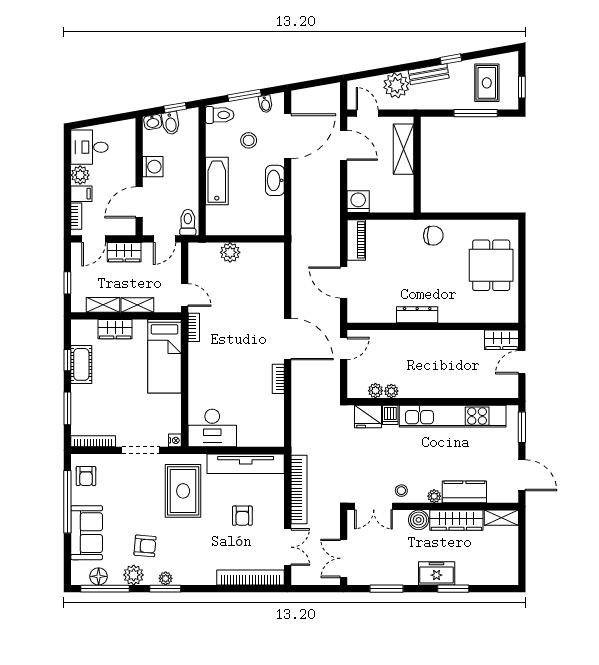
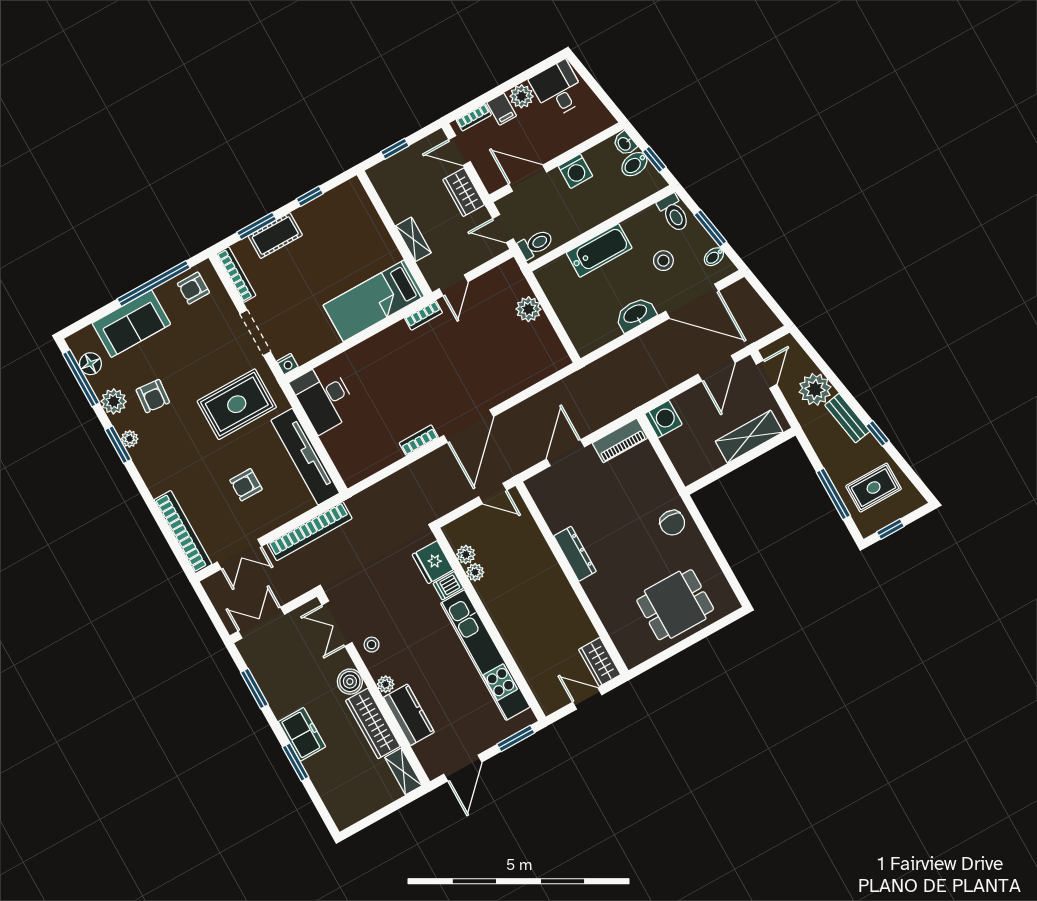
shelving: (103, 305) -> (392, 201), removed
wardrobe: (115, 329) -> (373, 230), removed
cot: (81, 364) -> (275, 236), moved

